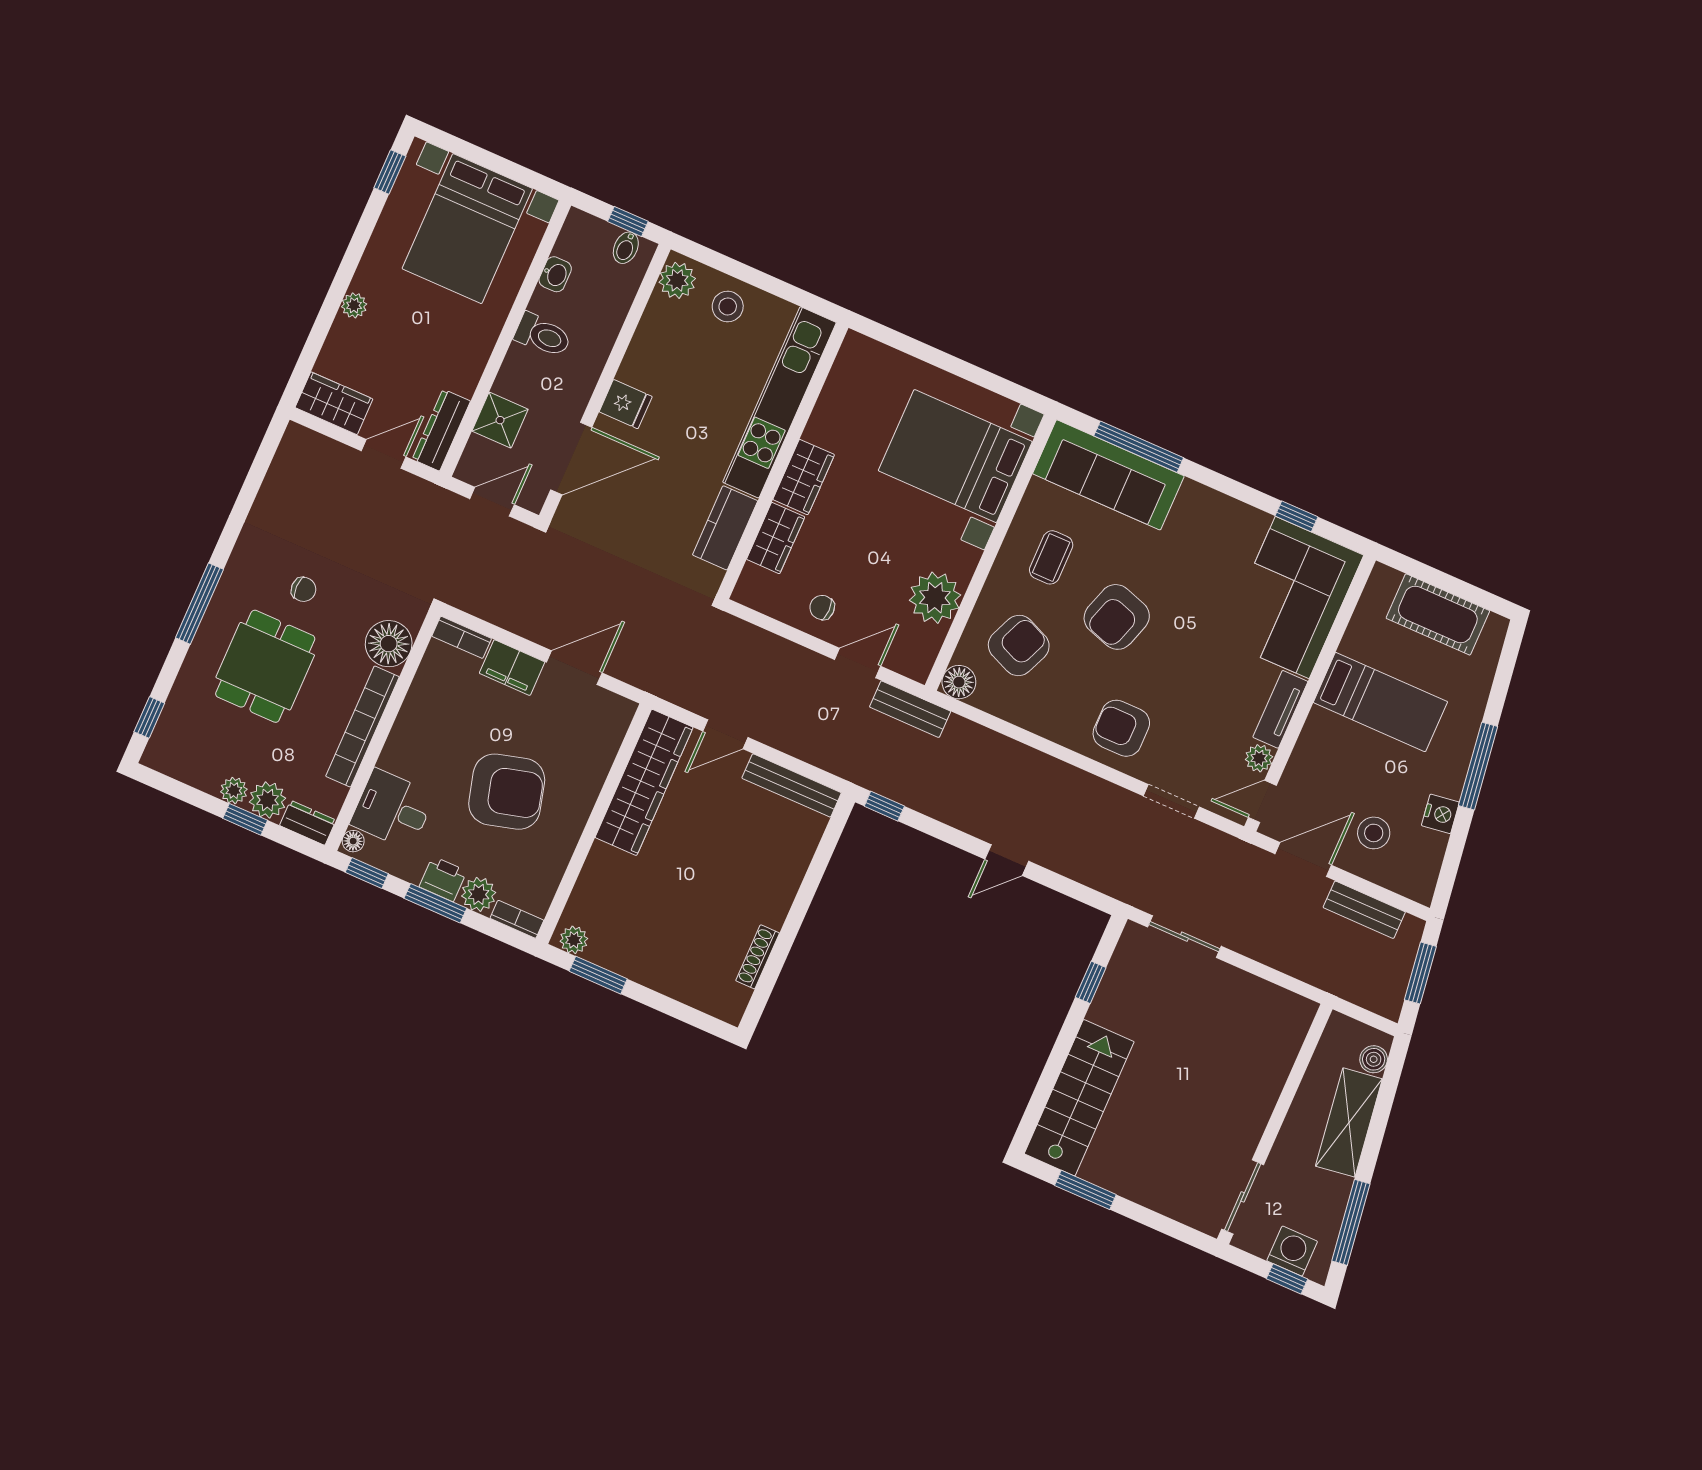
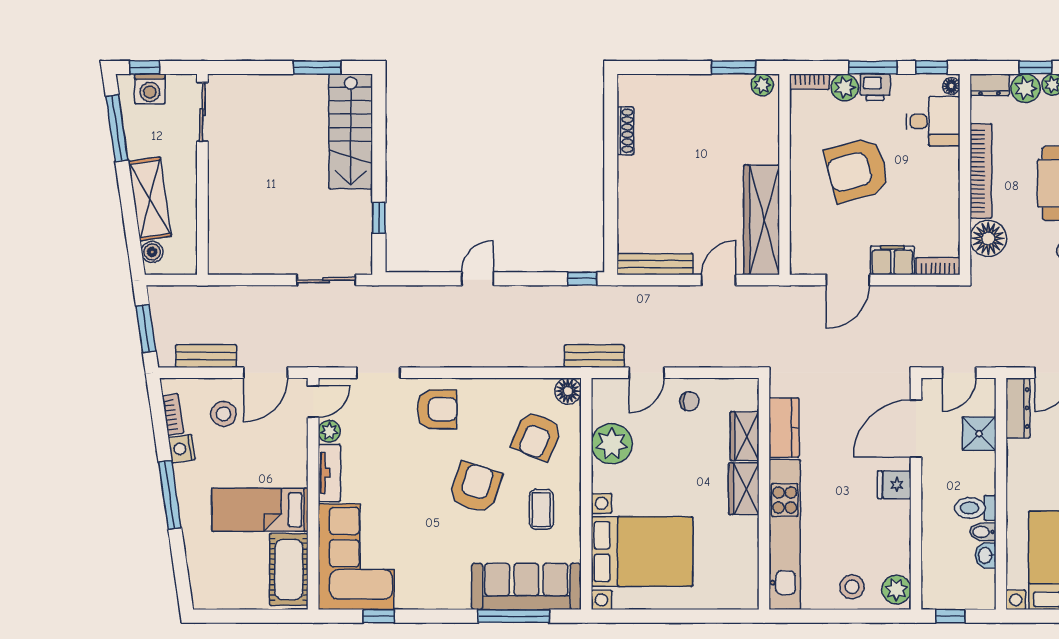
bidet: (626, 248) -> (983, 532), moved, turned -90
cot: (1438, 614) -> (289, 569), moved, turned 90
bookcase: (1433, 858) -> (173, 415), added

